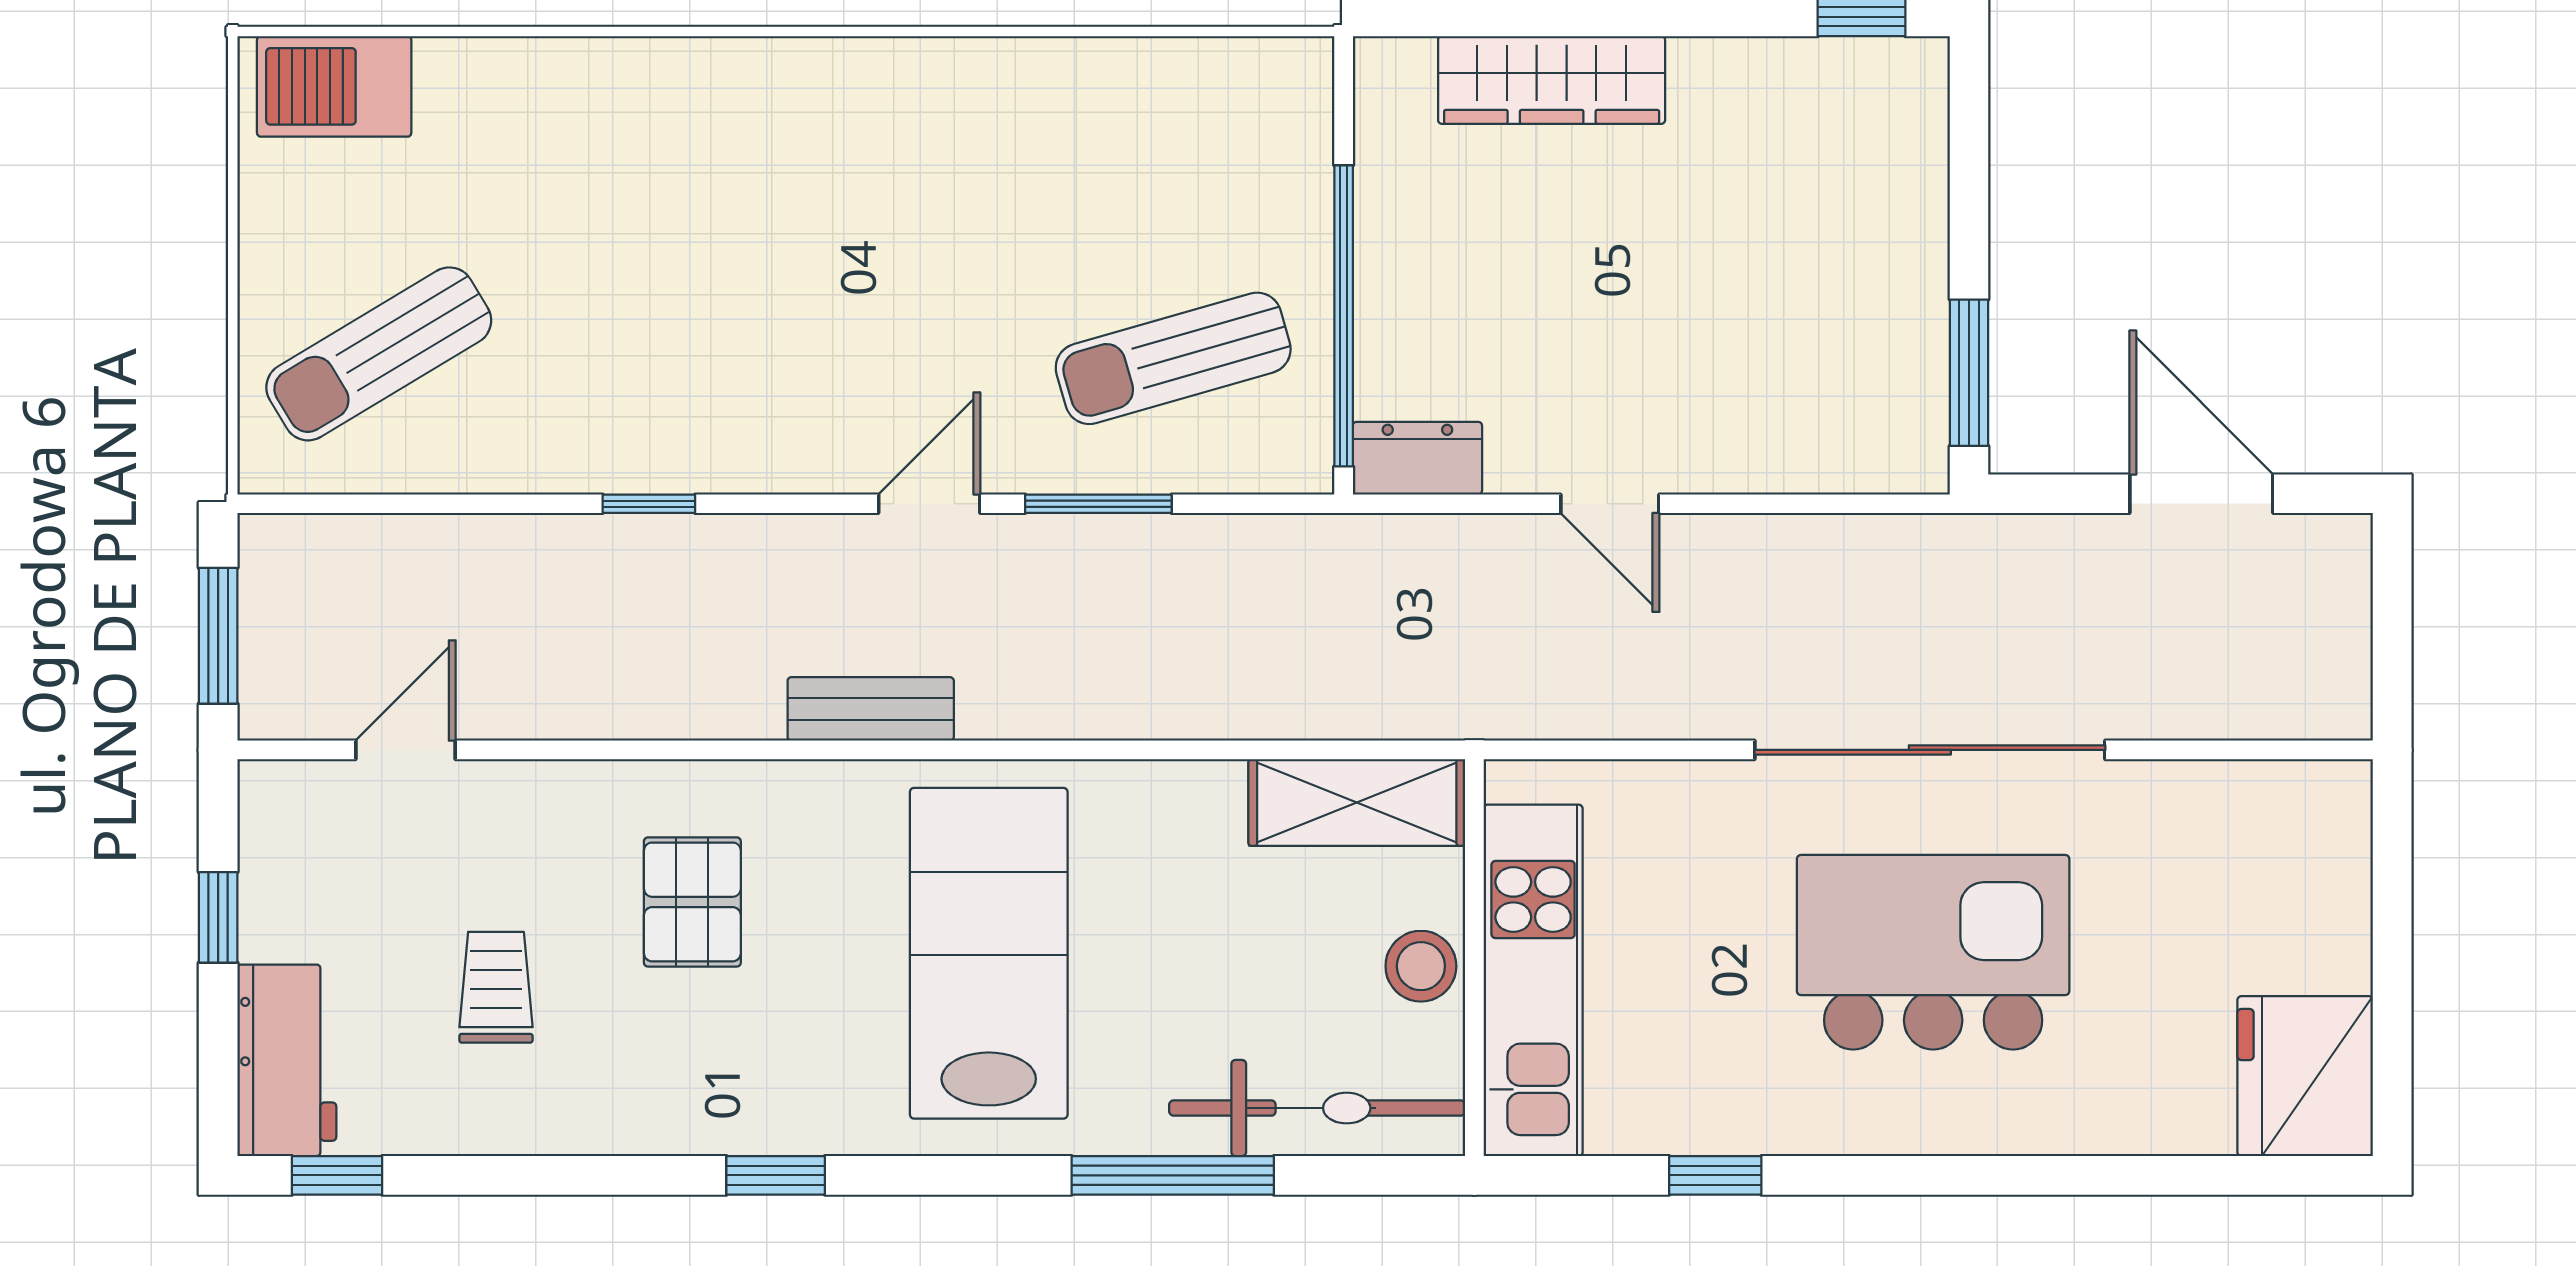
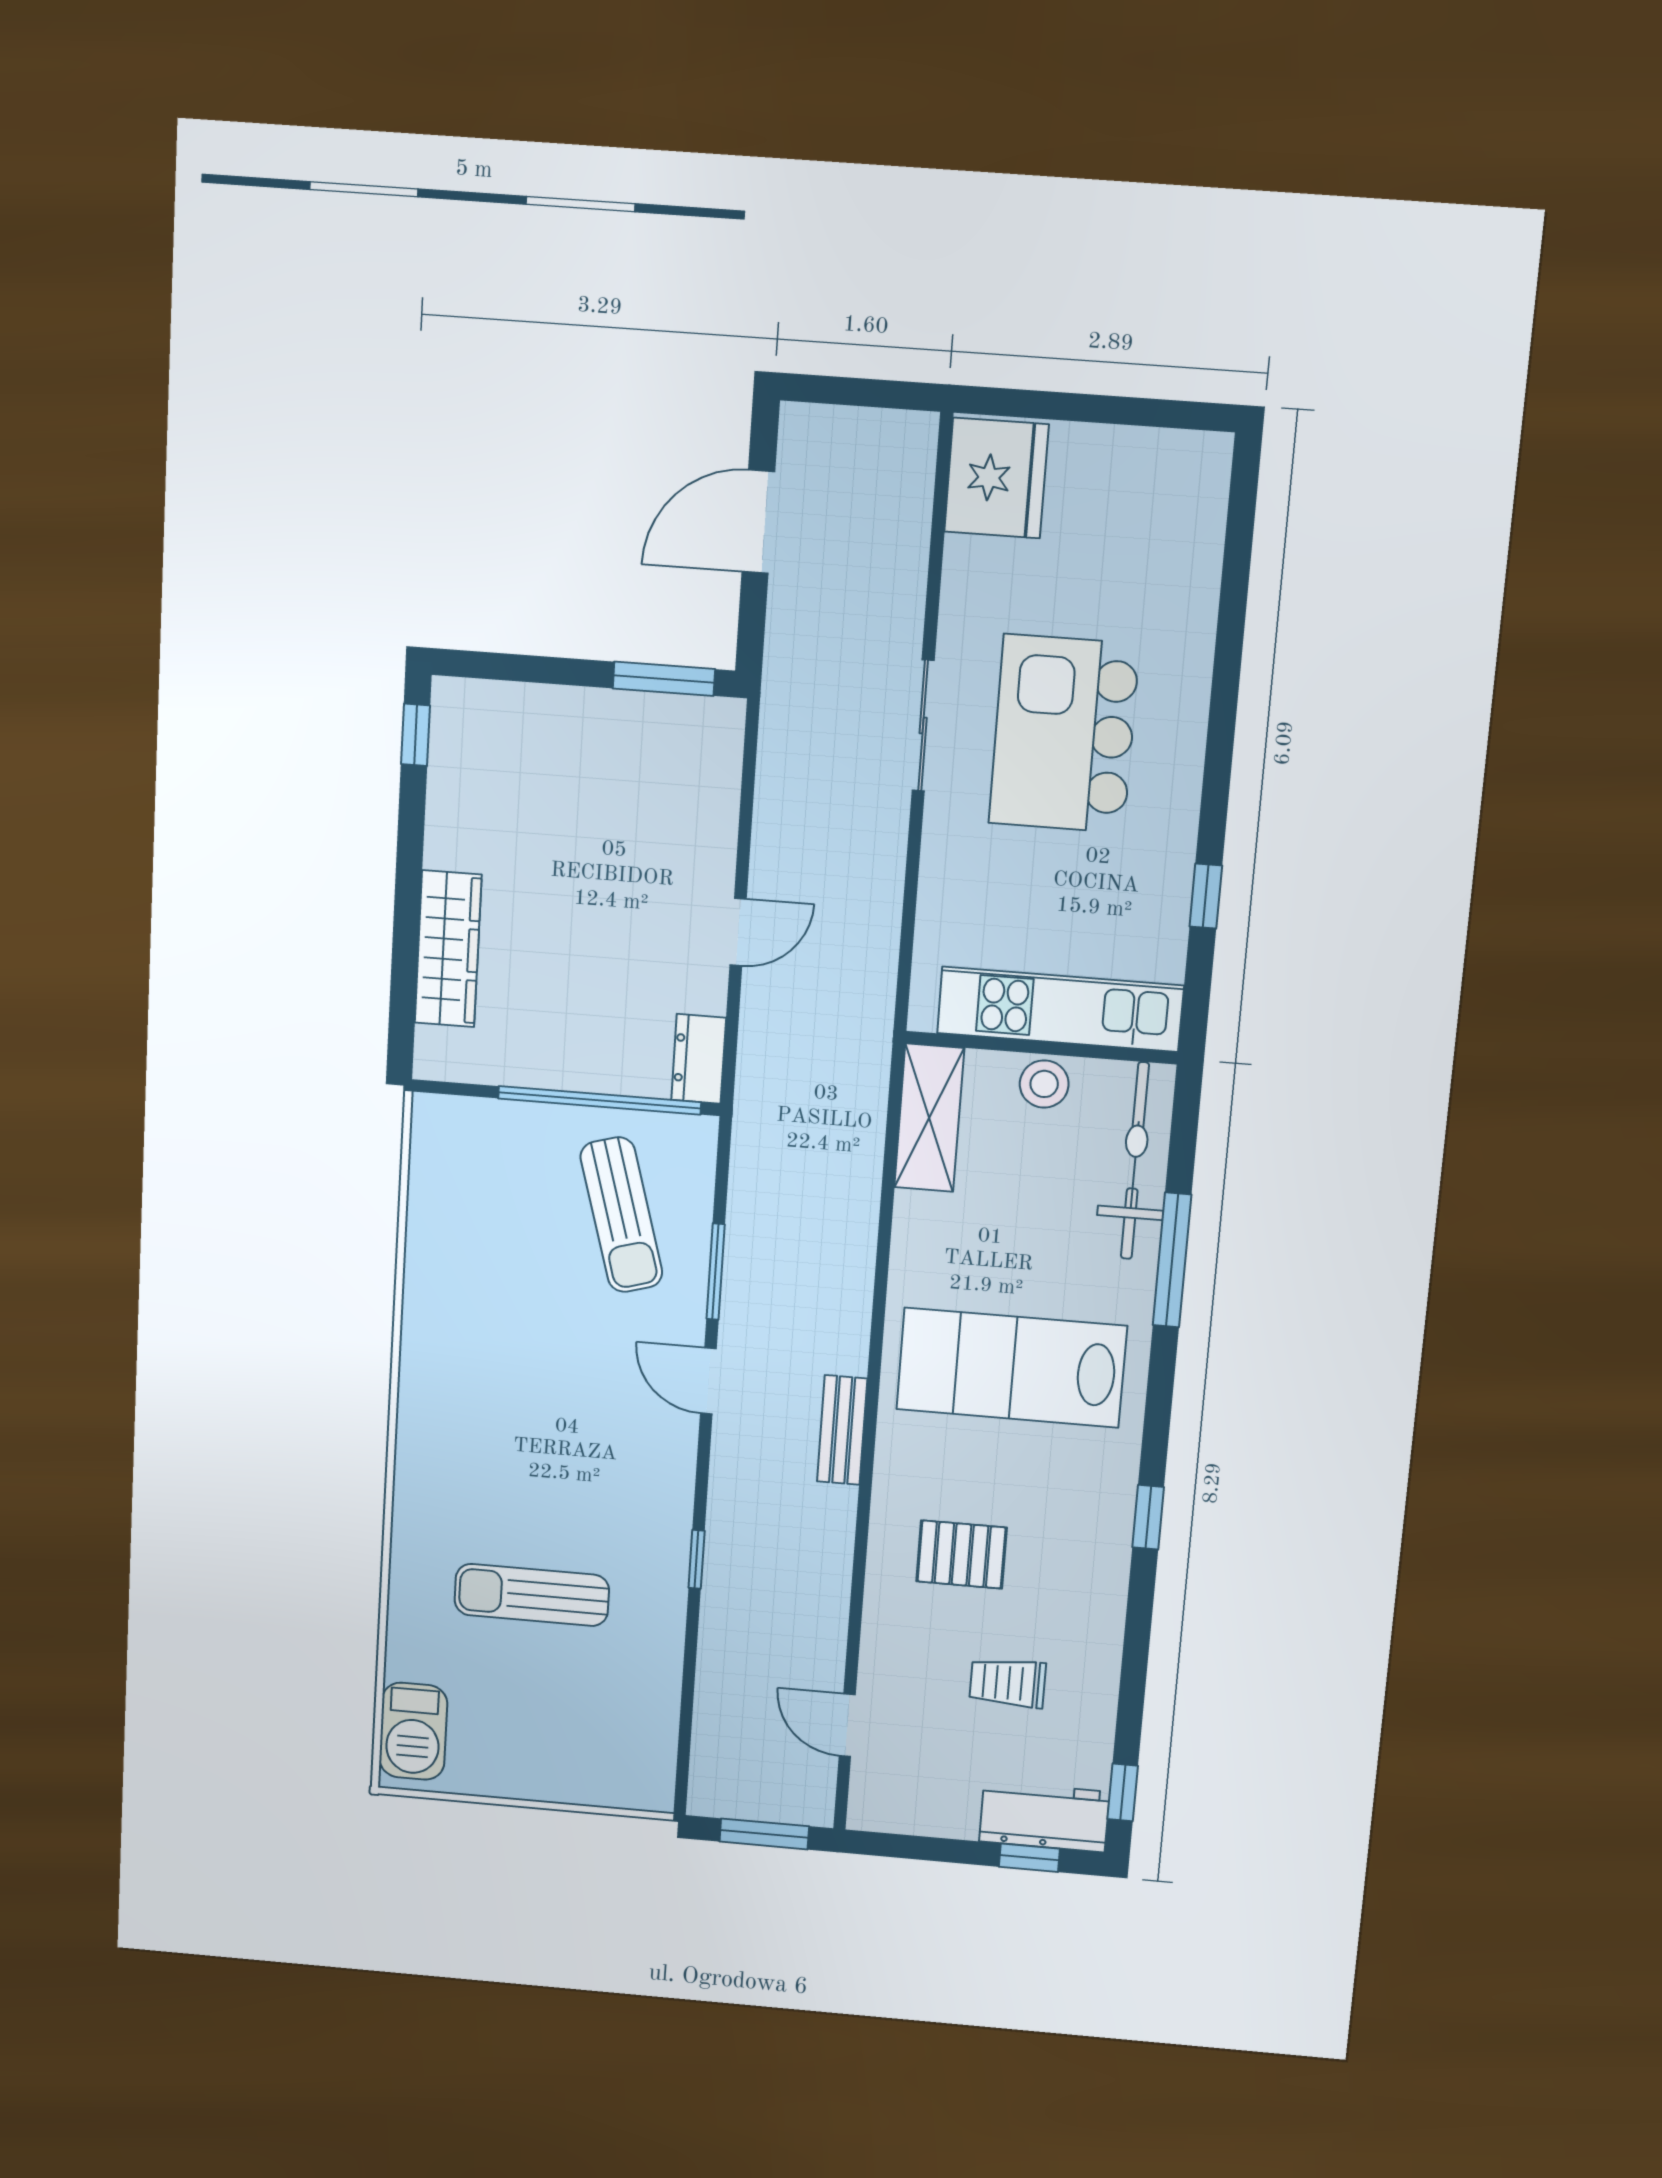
sun lounger: (379, 354) -> (532, 1595), moved, turned 121
sliding door: (1930, 750) -> (923, 725), width x0.54
window: (218, 917) -> (1029, 1858), moved
fridge: (2305, 1076) -> (996, 478), moved, turned -90

